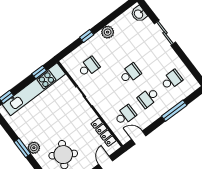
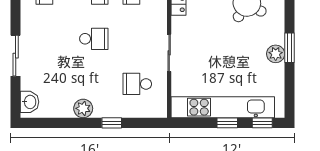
window: (39, 72) -> (227, 123), moved
school desk: (130, 74) -> (94, 39), turned 180
plant: (34, 148) -> (276, 54), moved

